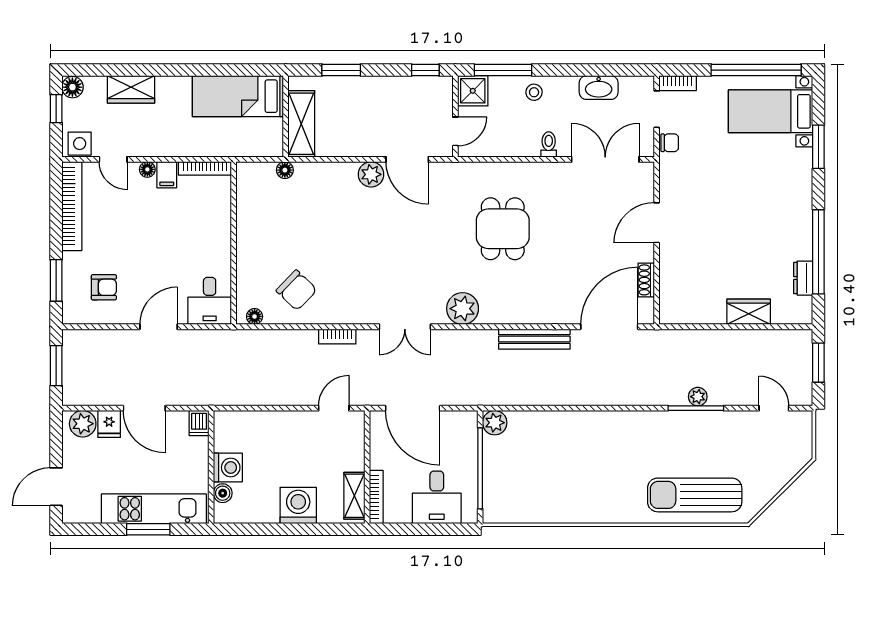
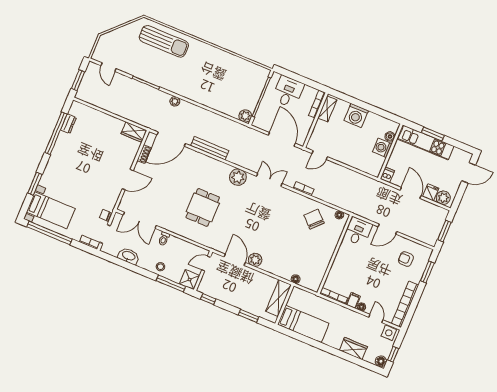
wardrobe: (749, 312) -> (134, 132), moved
plant: (698, 397) -> (175, 101), moved

